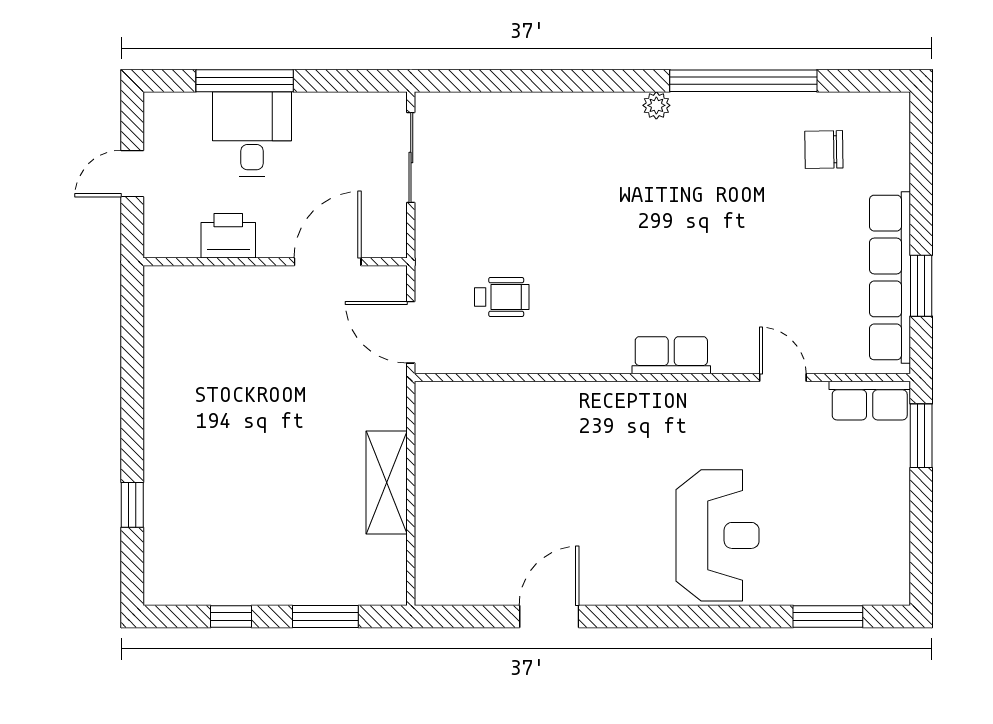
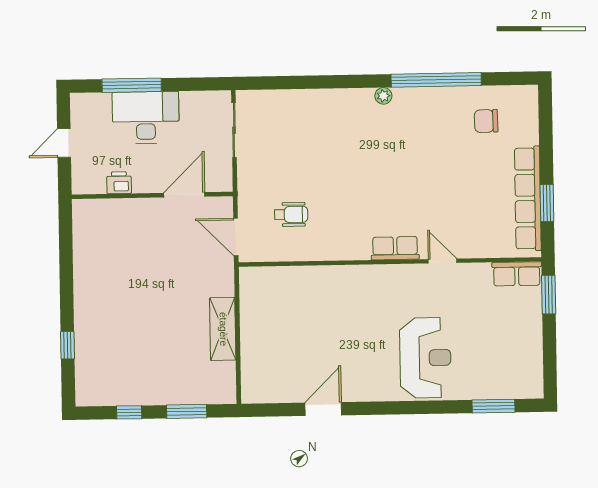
desk: (252, 134) -> (146, 118), width x1.37
printer: (228, 236) -> (119, 183), width x0.73, depth x0.81
door: (783, 378) -> (443, 261), moved

